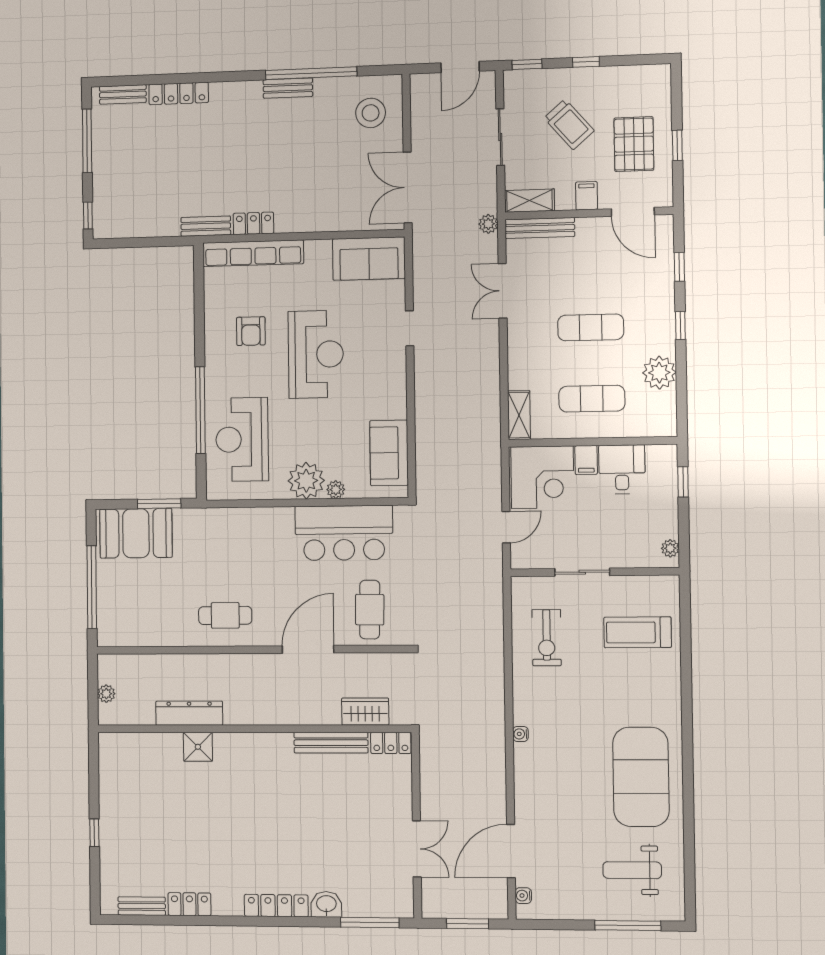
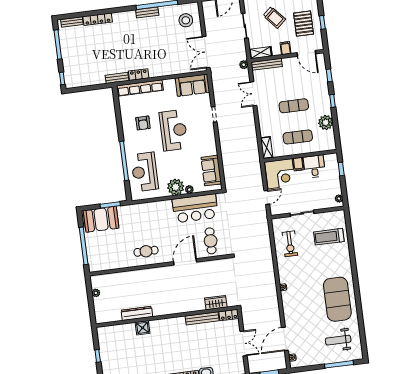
wardrobe: (365, 712) -> (216, 303), moved
dresser: (189, 713) -> (137, 313), moved
wall: (253, 729) -> (167, 317), moved
bench: (331, 743) -> (202, 318), moved
locker: (391, 743) -> (229, 315), moved
shower: (198, 747) -> (143, 328), moved

